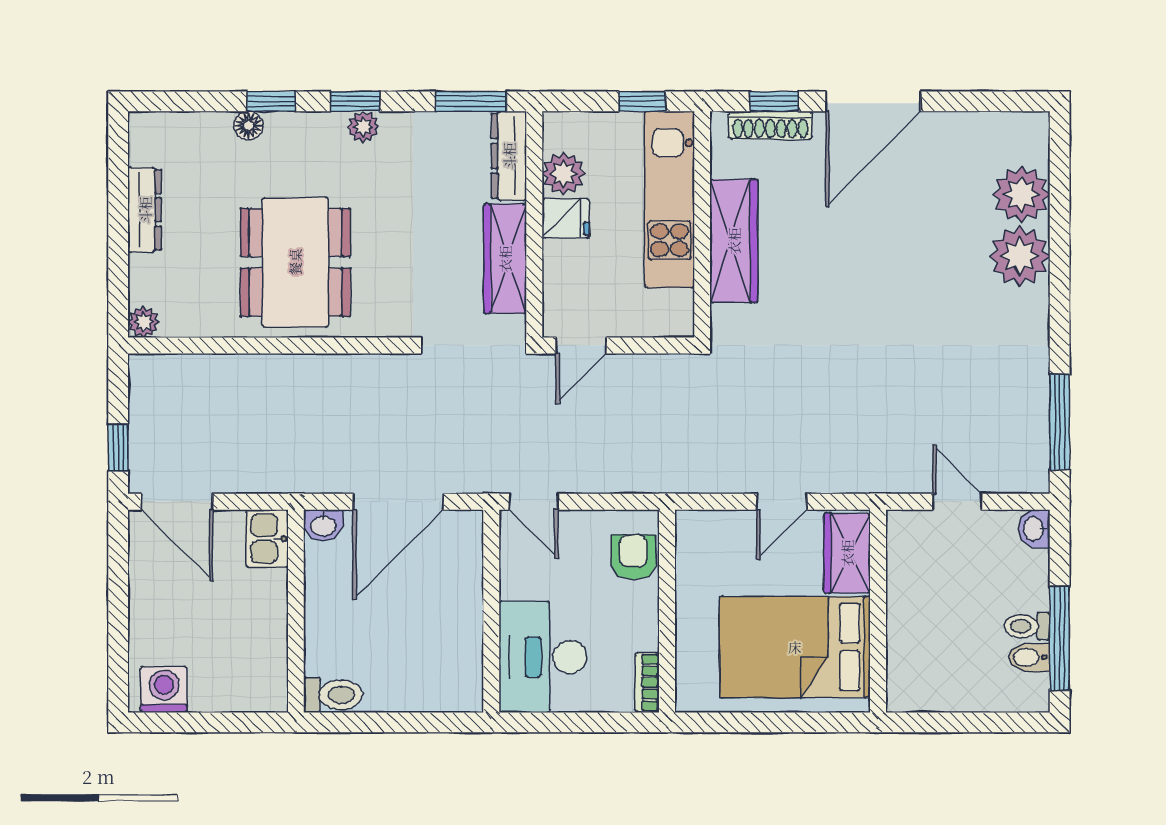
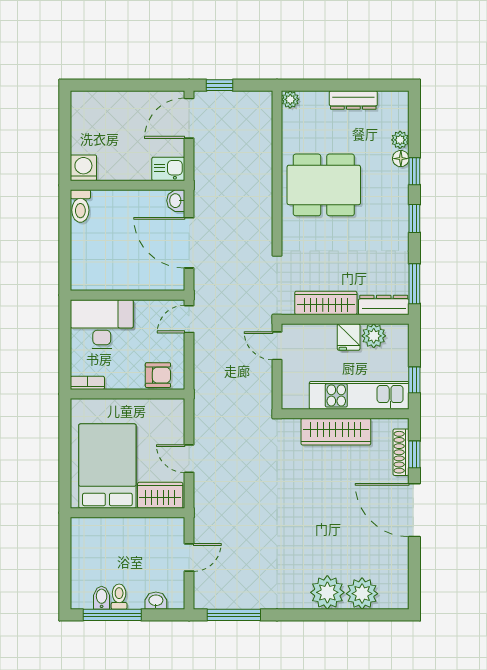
plant: (363, 127) -> (400, 140), moved
washbasin: (1034, 529) -> (156, 601), moved
washing machine: (164, 689) -> (83, 168), moved, turned -90

